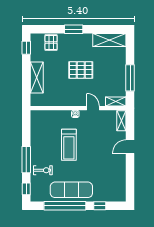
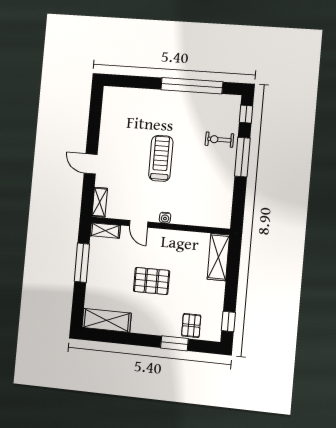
window: (74, 29) -> (174, 343), moved
shelving: (37, 77) -> (218, 257), moved
treadmill: (69, 145) -> (161, 158), moved
door: (130, 147) -> (91, 164), swing flipped
exercise mat: (71, 190) -> (180, 108), removed
window: (100, 206) -> (141, 82), removed

